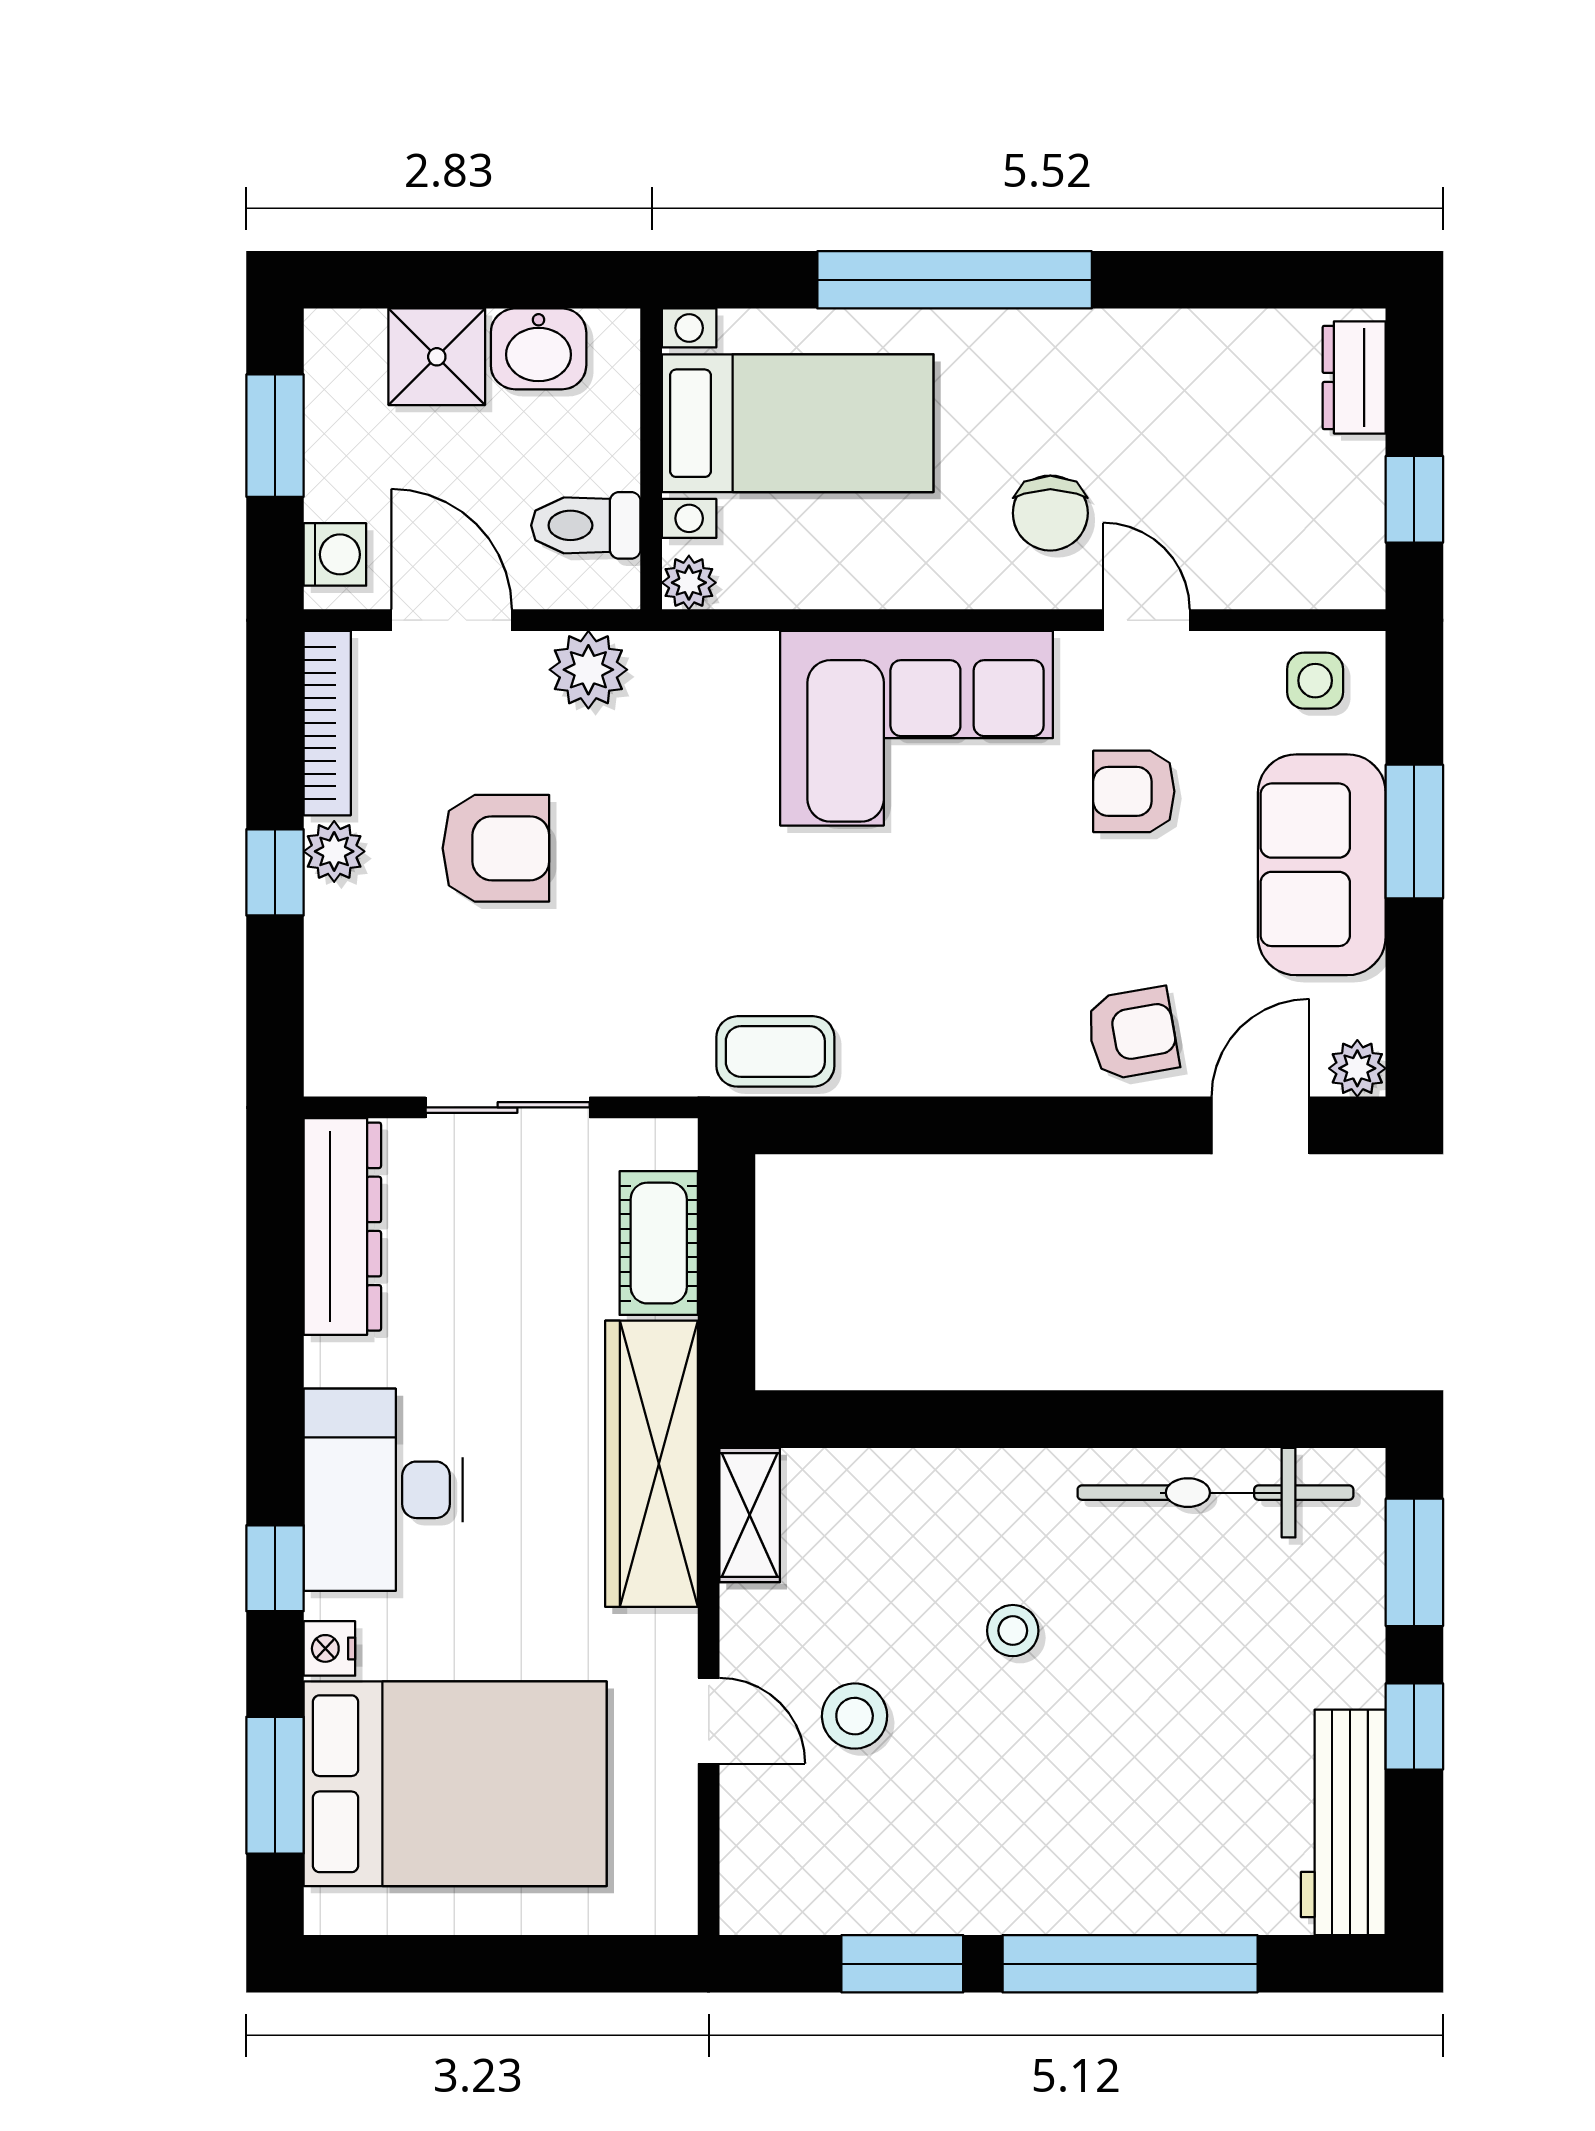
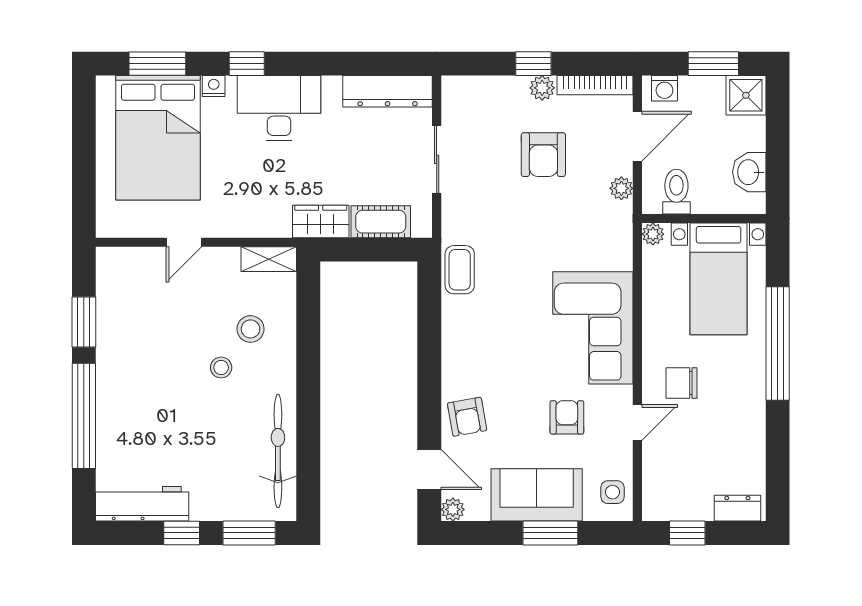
shower: (437, 357) -> (746, 95), moved
plant: (588, 670) -> (621, 188), width x0.73, depth x0.73
wardrobe: (651, 1464) -> (321, 221), width x0.48, depth x0.85
stool: (855, 1716) -> (251, 329), moved

